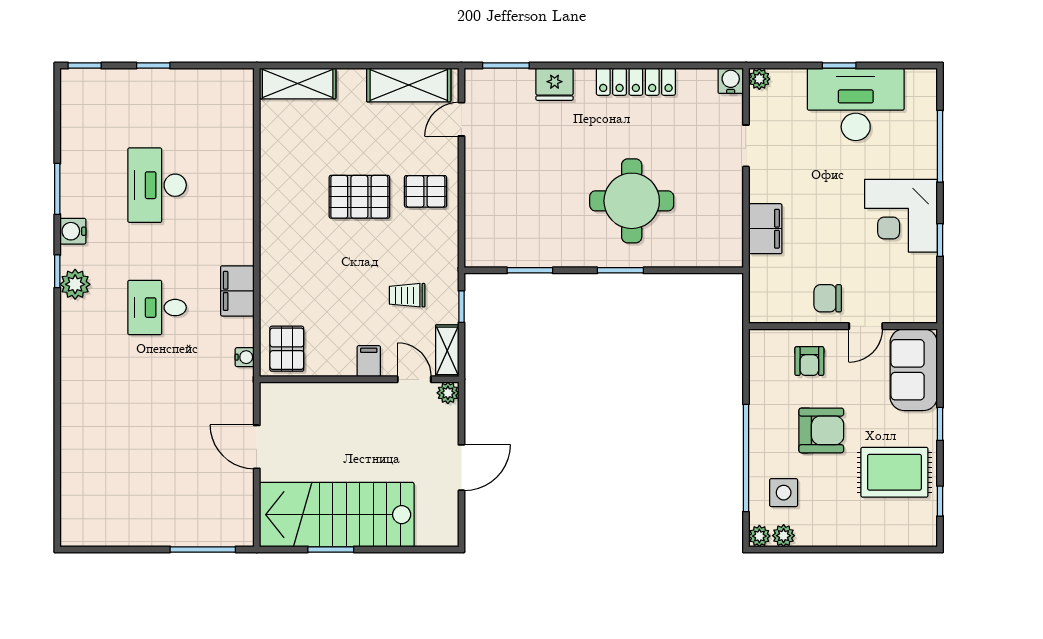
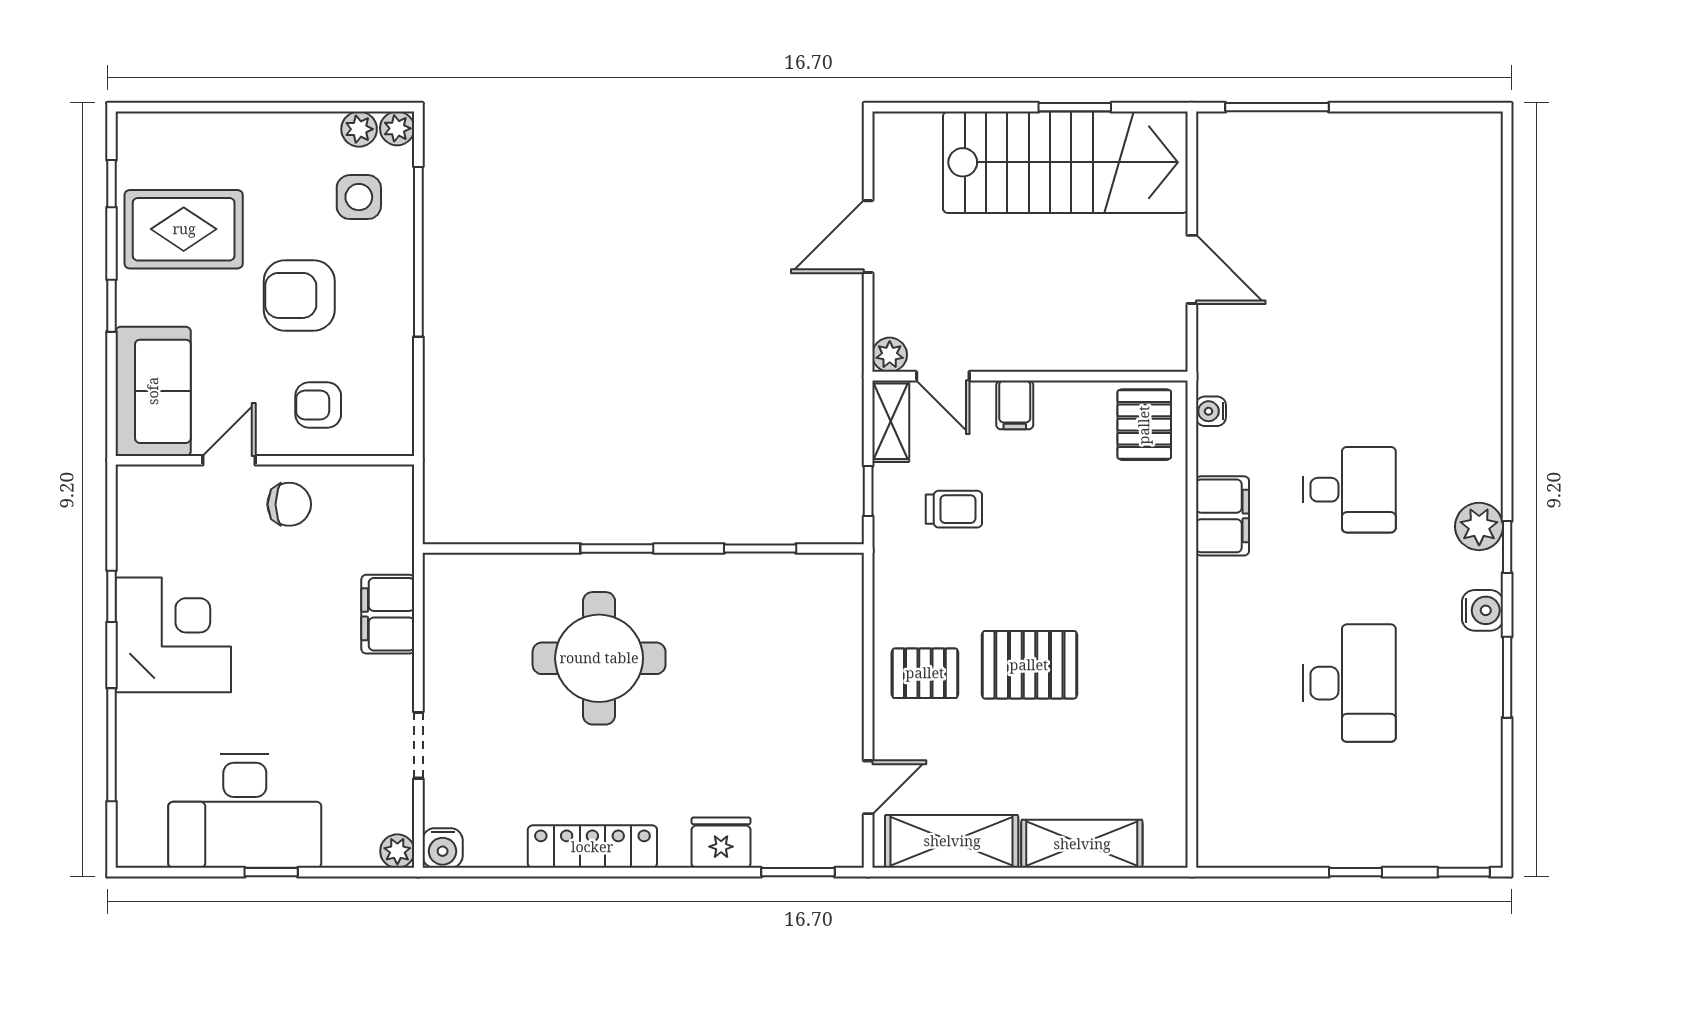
shelving: (298, 84) -> (1082, 844), moved
armchair: (809, 361) -> (318, 405), turned -90

